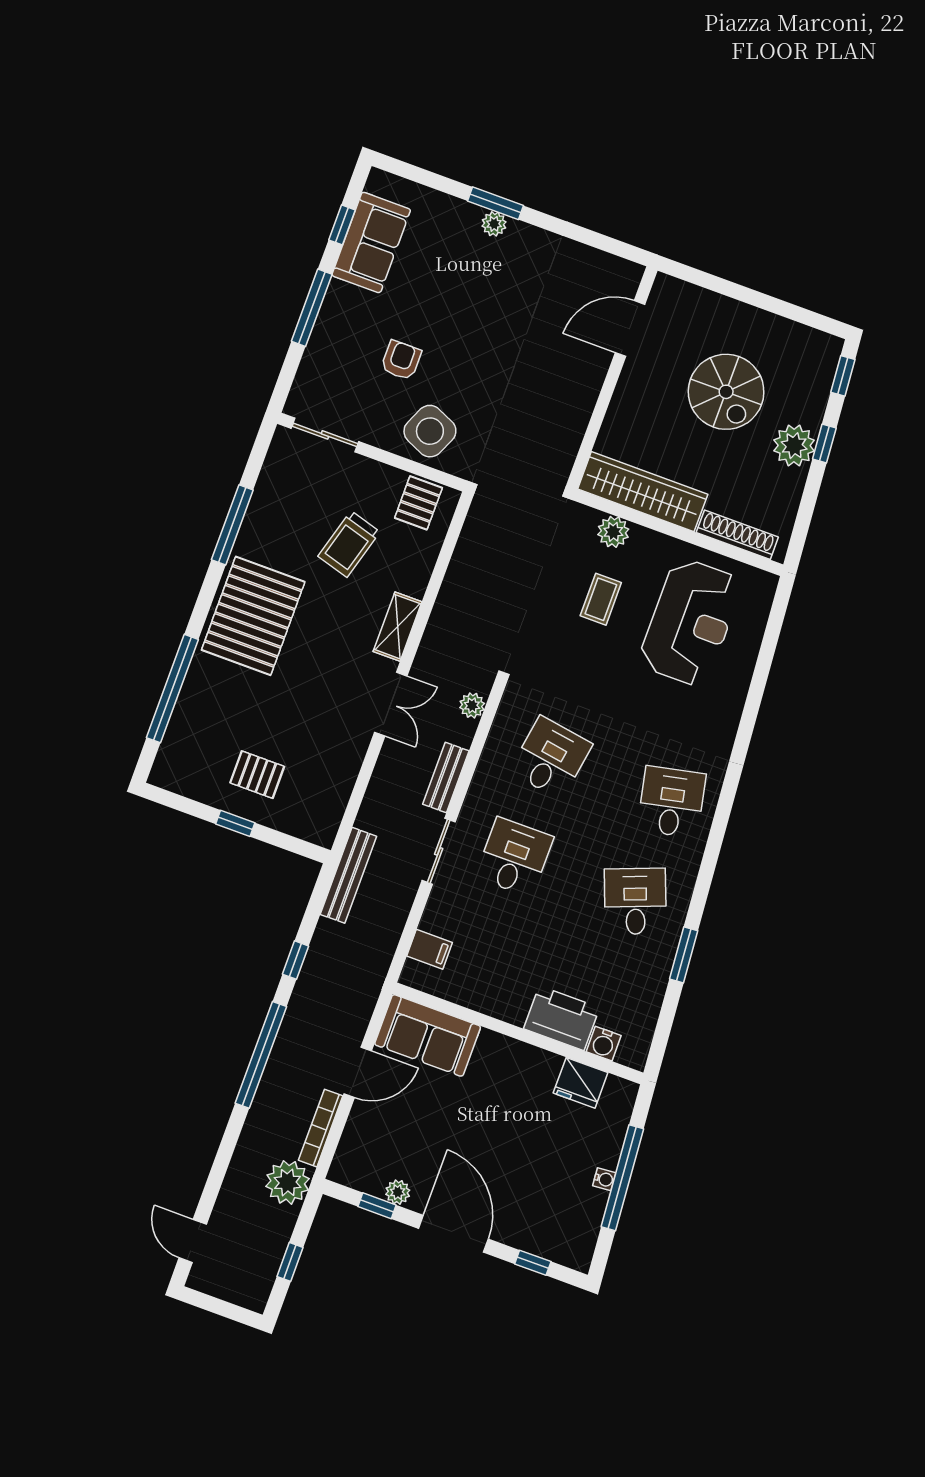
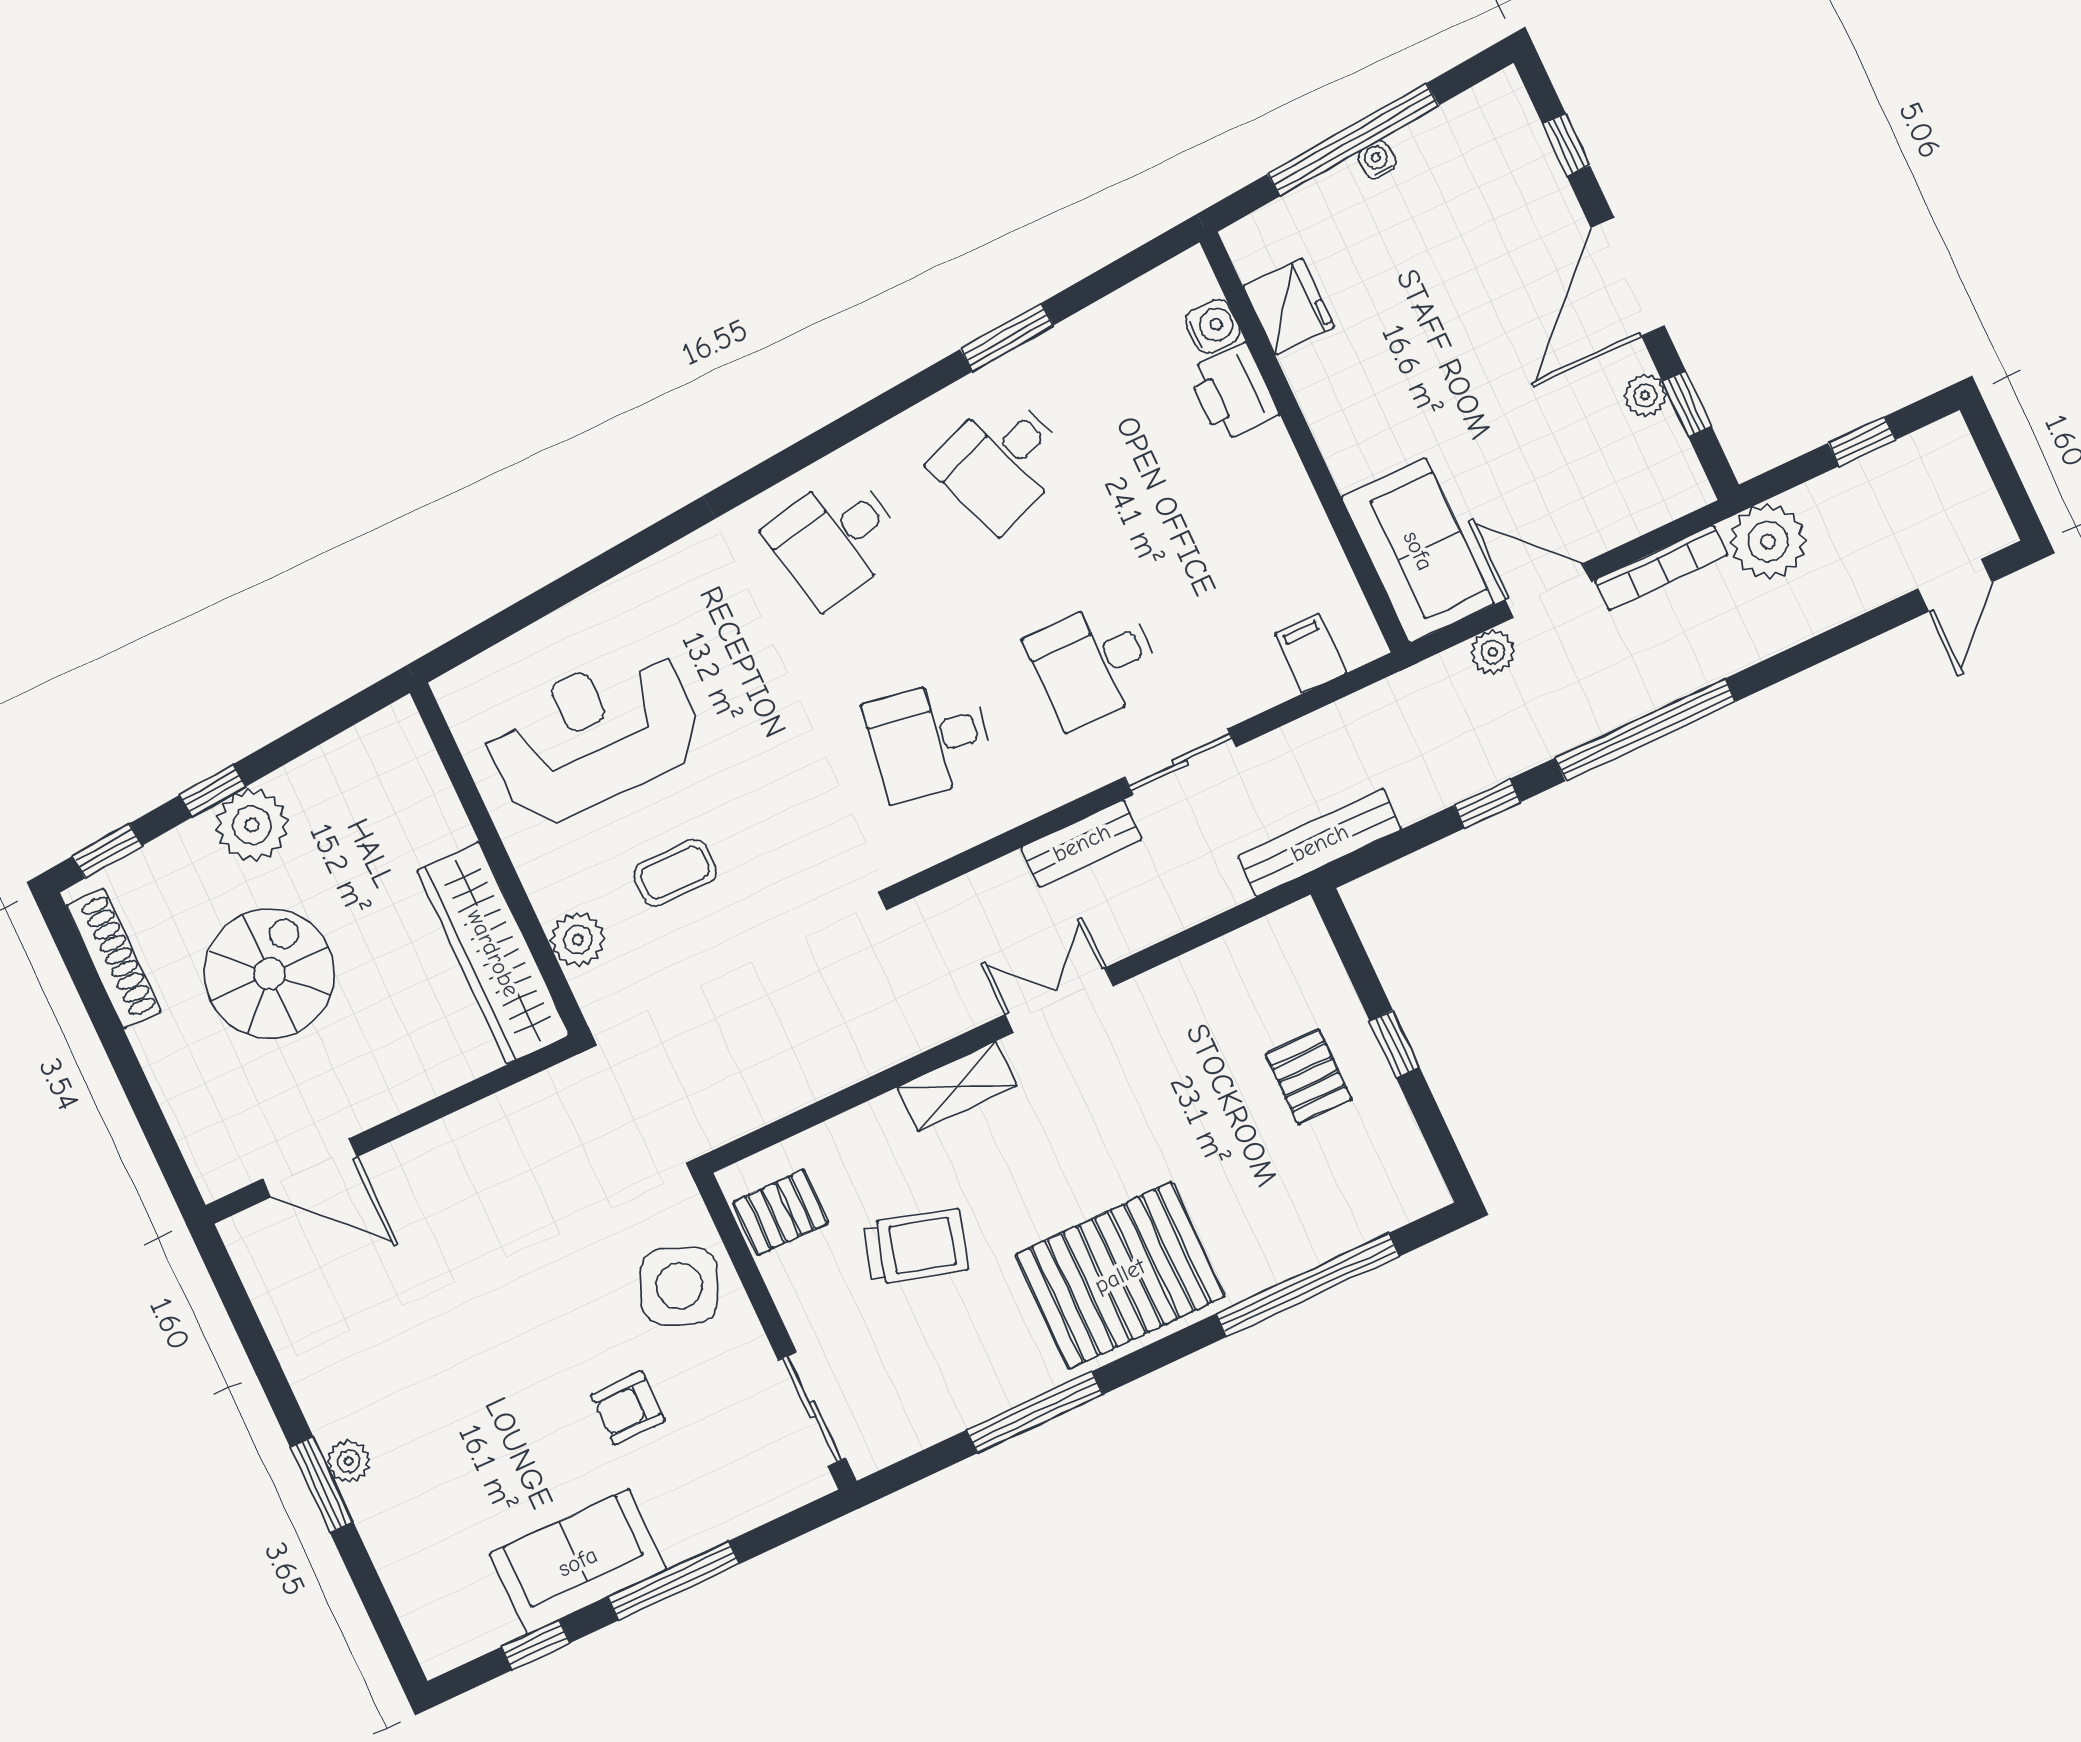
sofa: (371, 242) -> (578, 1562), moved
shoe rack: (737, 535) -> (114, 958), moved, turned 180
plant: (472, 705) -> (1493, 652), moved
printer: (562, 1018) -> (1233, 392), width x0.73, depth x0.84

